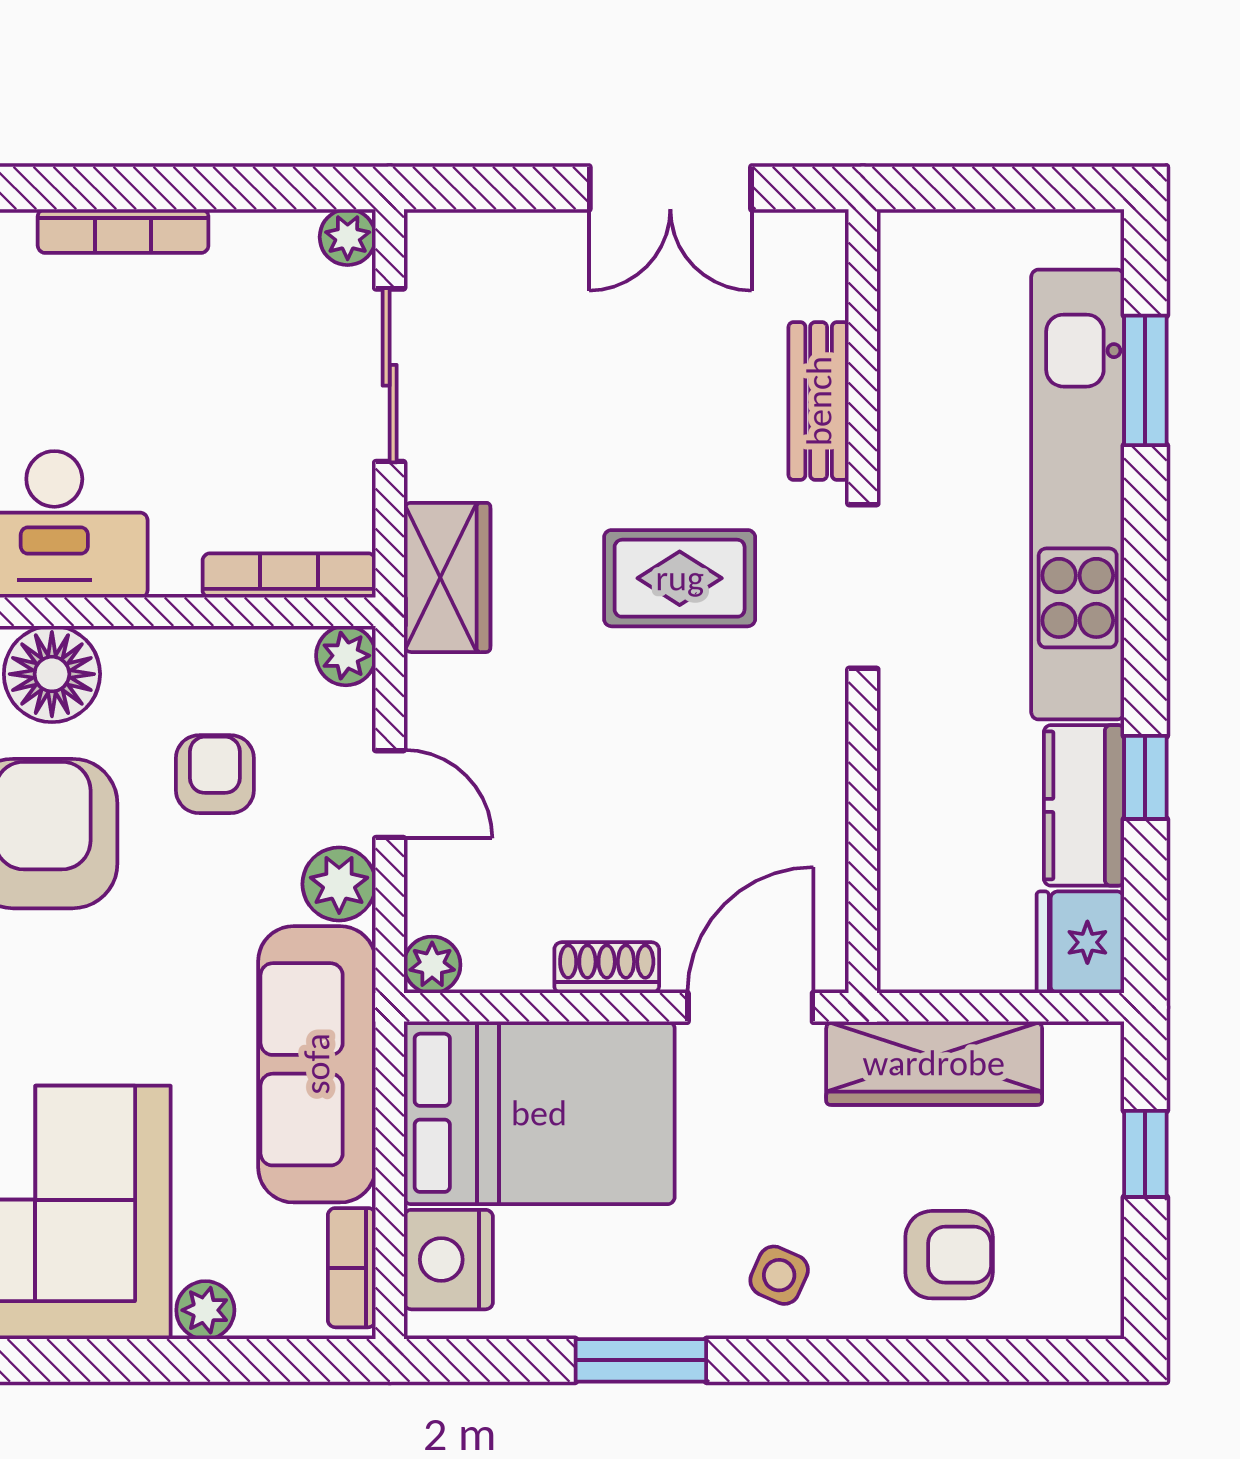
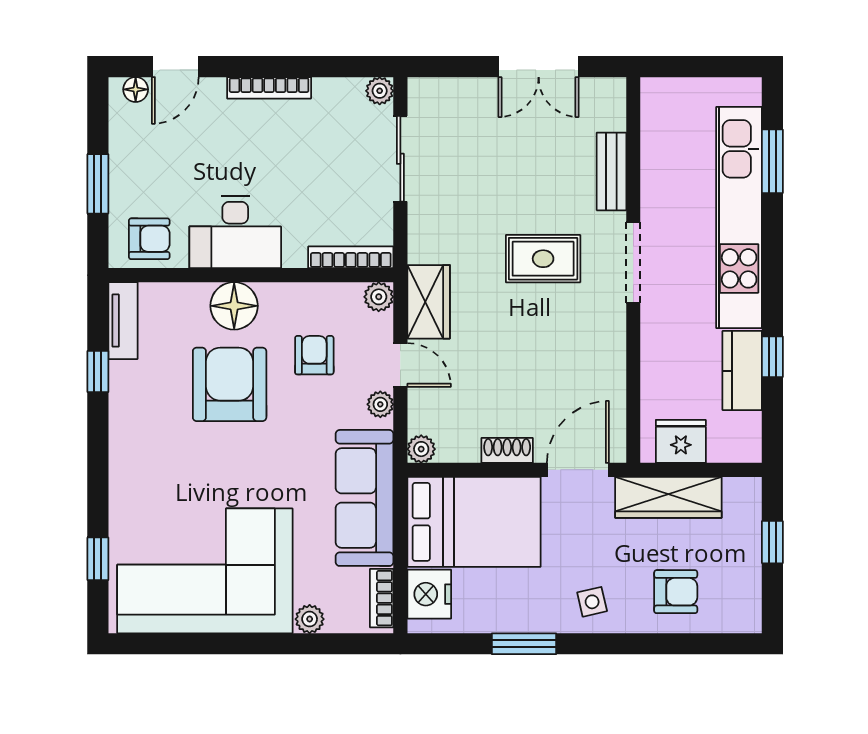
wardrobe: (447, 577) -> (429, 302), moved
plant: (339, 884) -> (380, 404), width x0.73, depth x0.73
fridge: (1080, 942) -> (681, 441), moved, turned 90
side table: (779, 1275) -> (592, 602), turned -37

